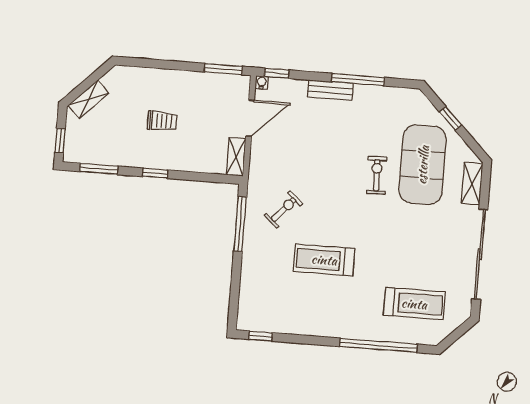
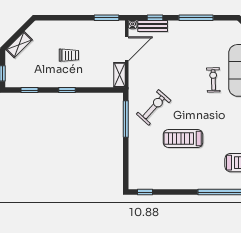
window: (277, 73) -> (155, 18), moved
bench: (330, 90) -> (153, 26), moved
window: (99, 169) -> (30, 90), width x0.67
exercise bike: (284, 210) -> (154, 107), width x1.38, depth x1.39

